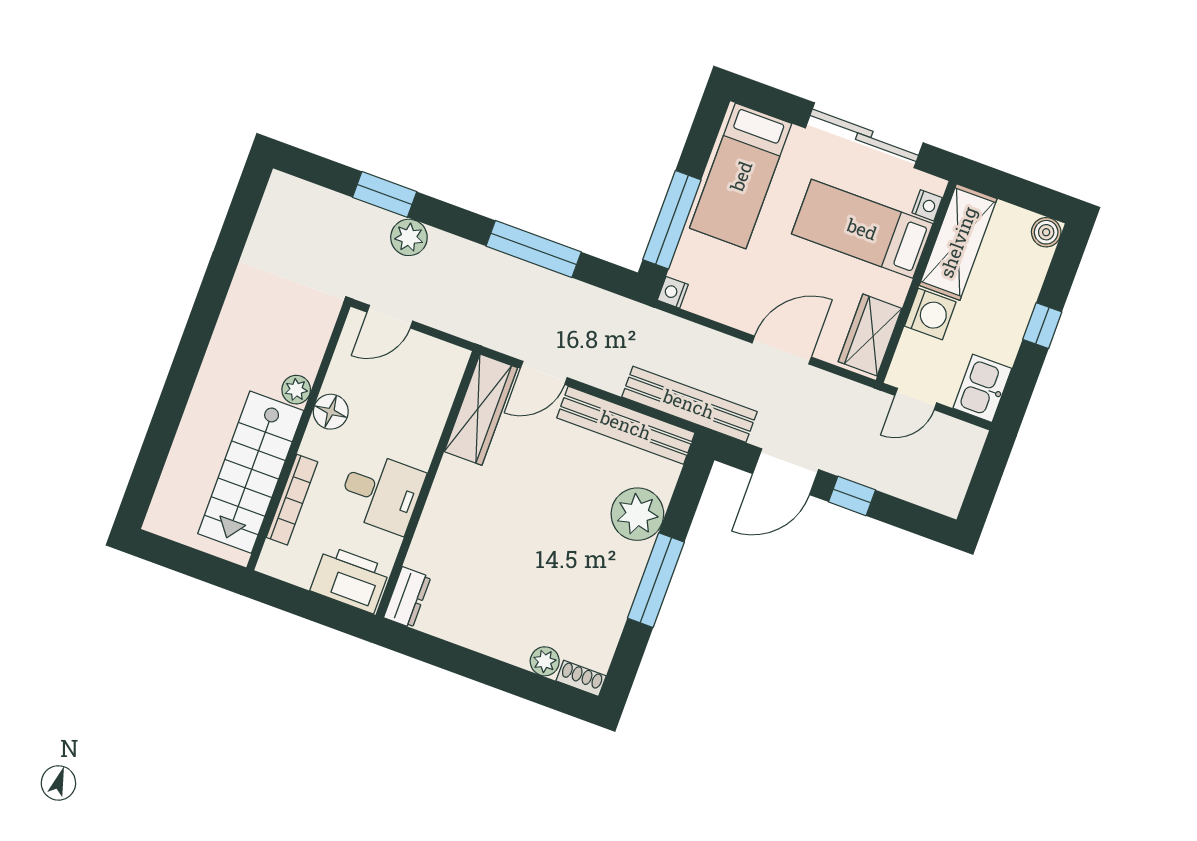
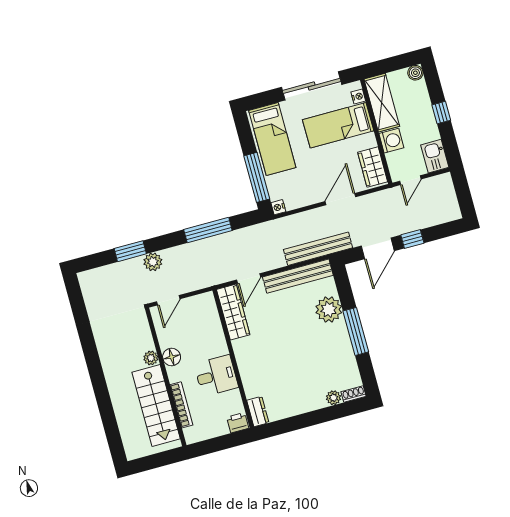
printer: (350, 579) -> (238, 423), width x0.53, depth x0.68

